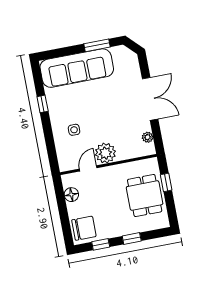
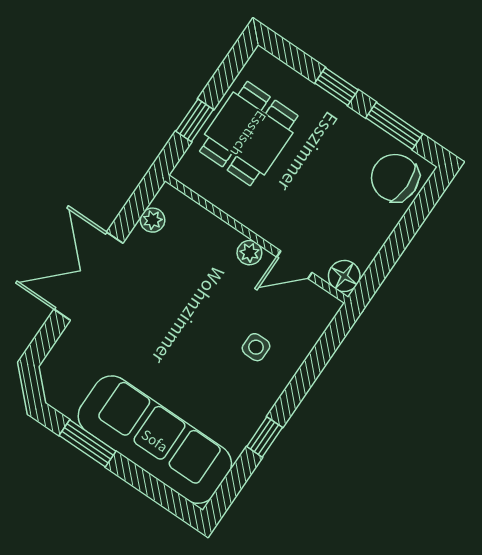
plant: (105, 153) -> (249, 253), width x0.53, depth x0.53
floor lamp: (71, 195) -> (344, 276), moved
window: (101, 244) -> (394, 126), width x1.50

